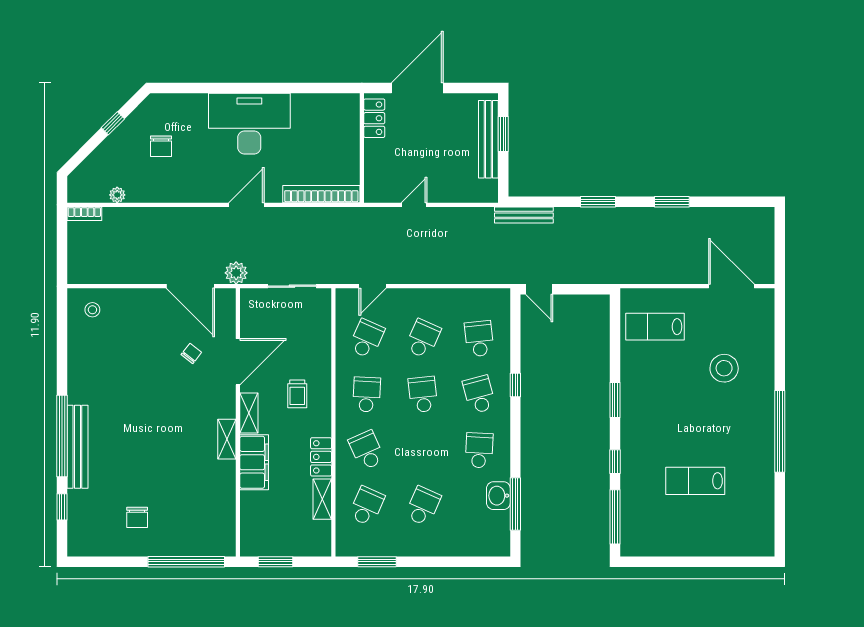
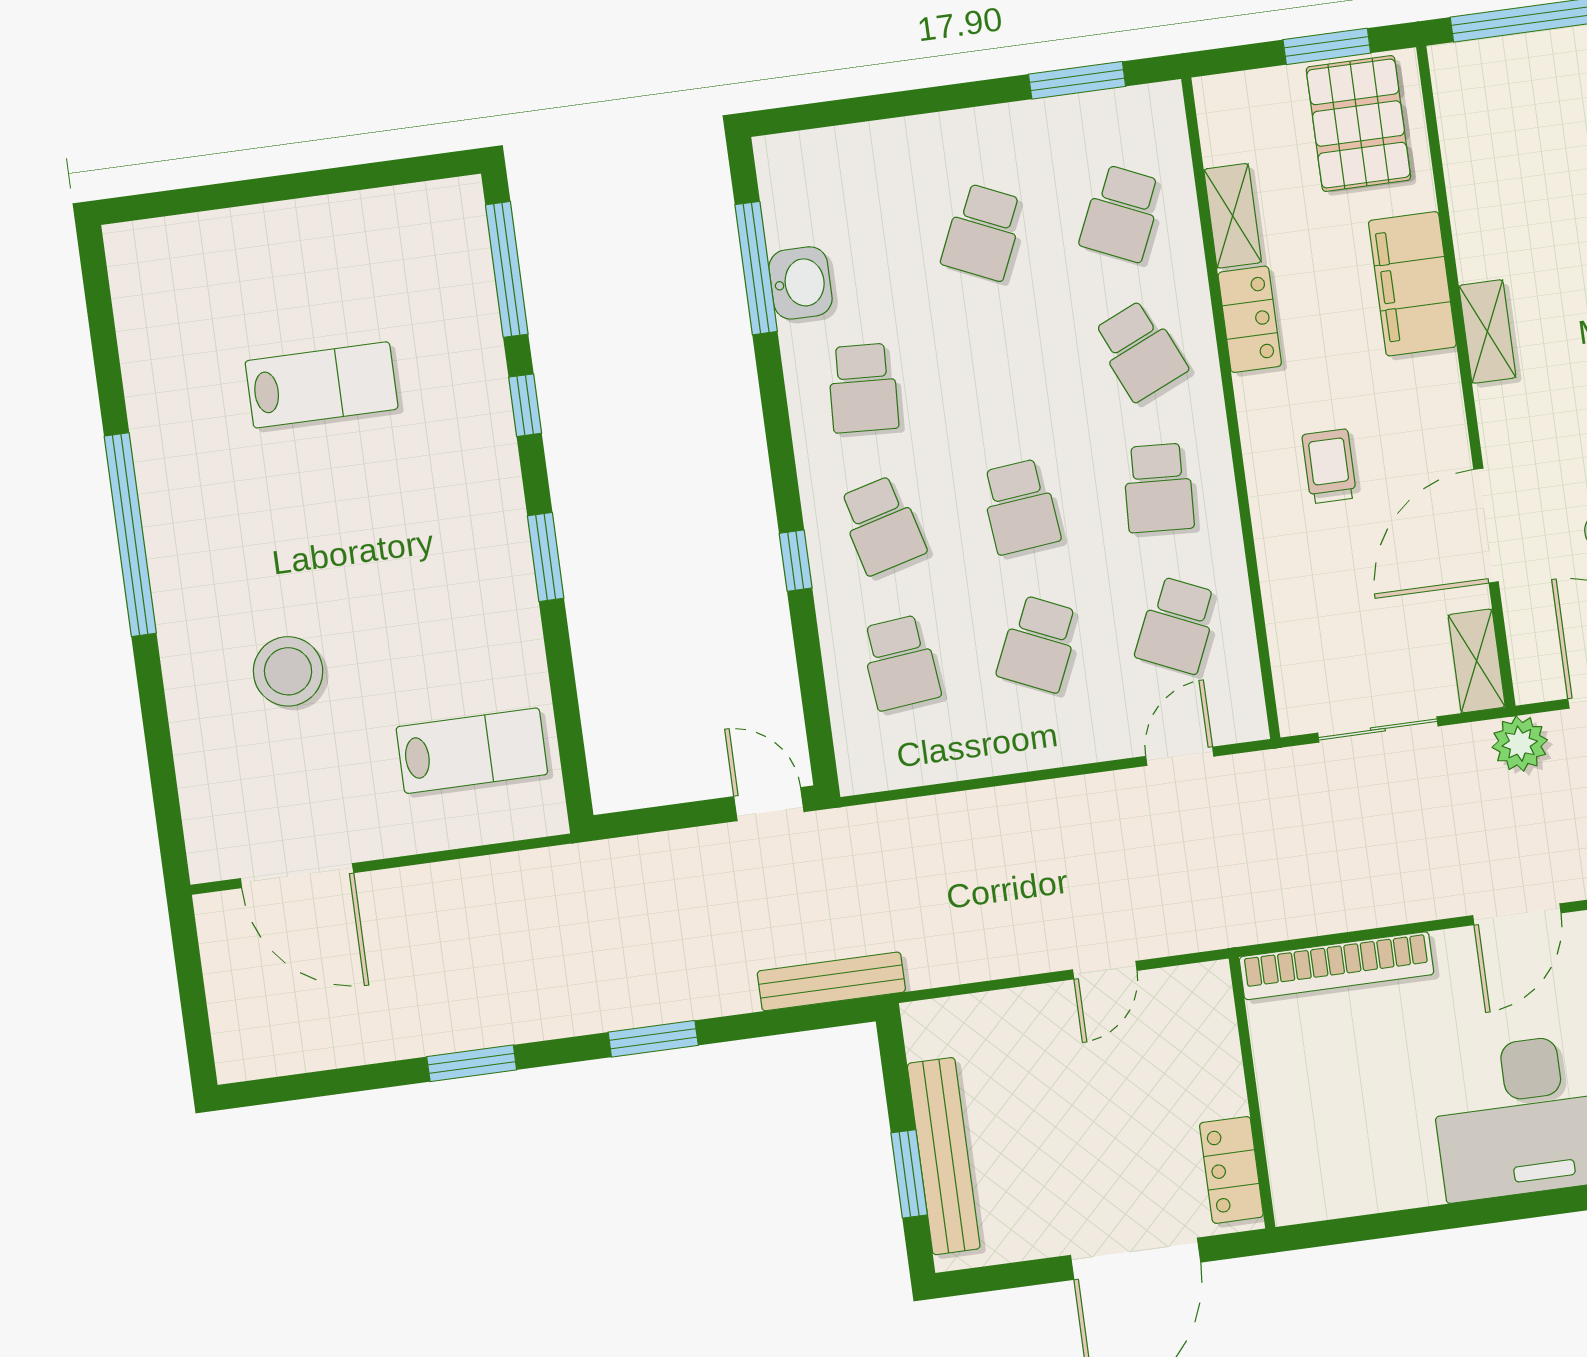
shelving: (249, 413) -> (1477, 661), moved
pallet: (267, 529) -> (1358, 123), added

